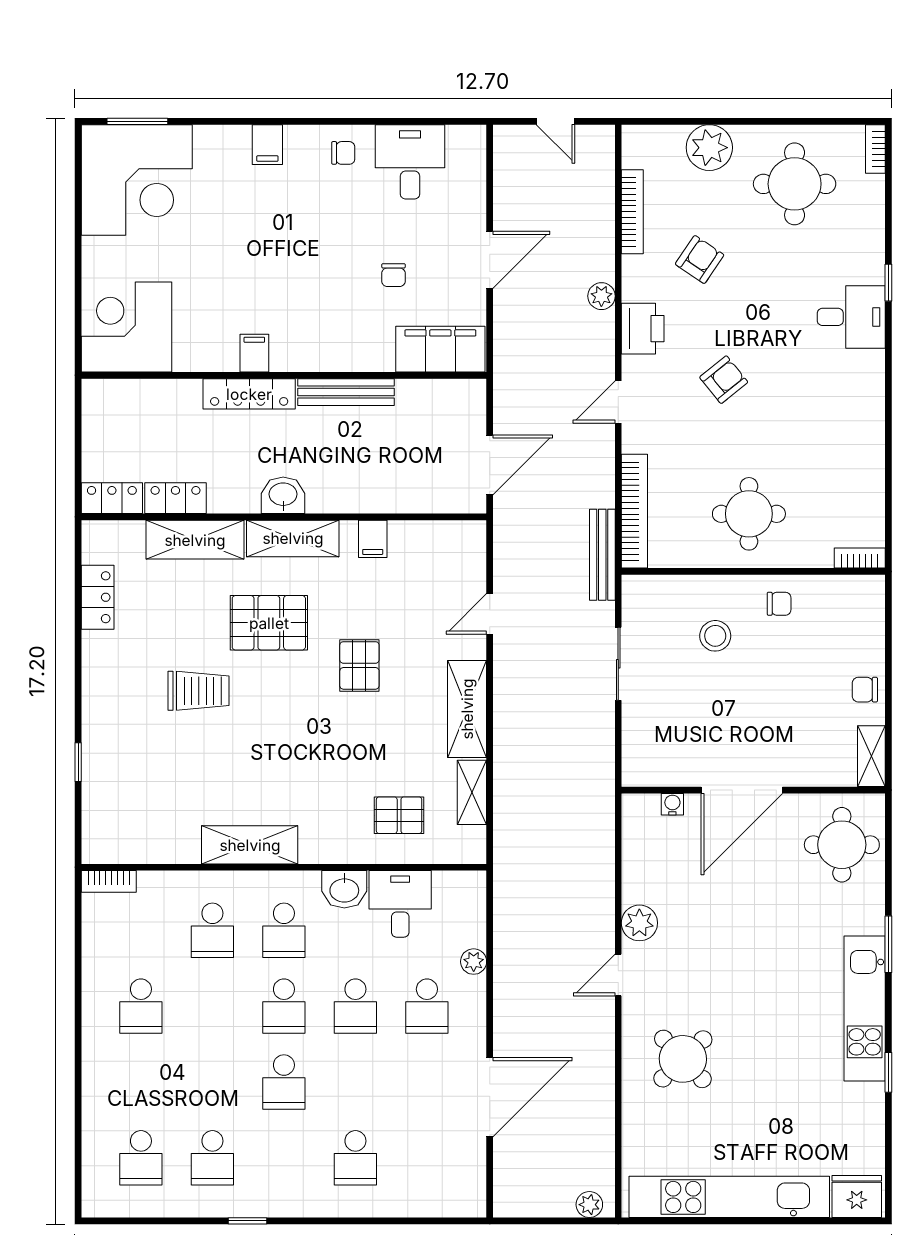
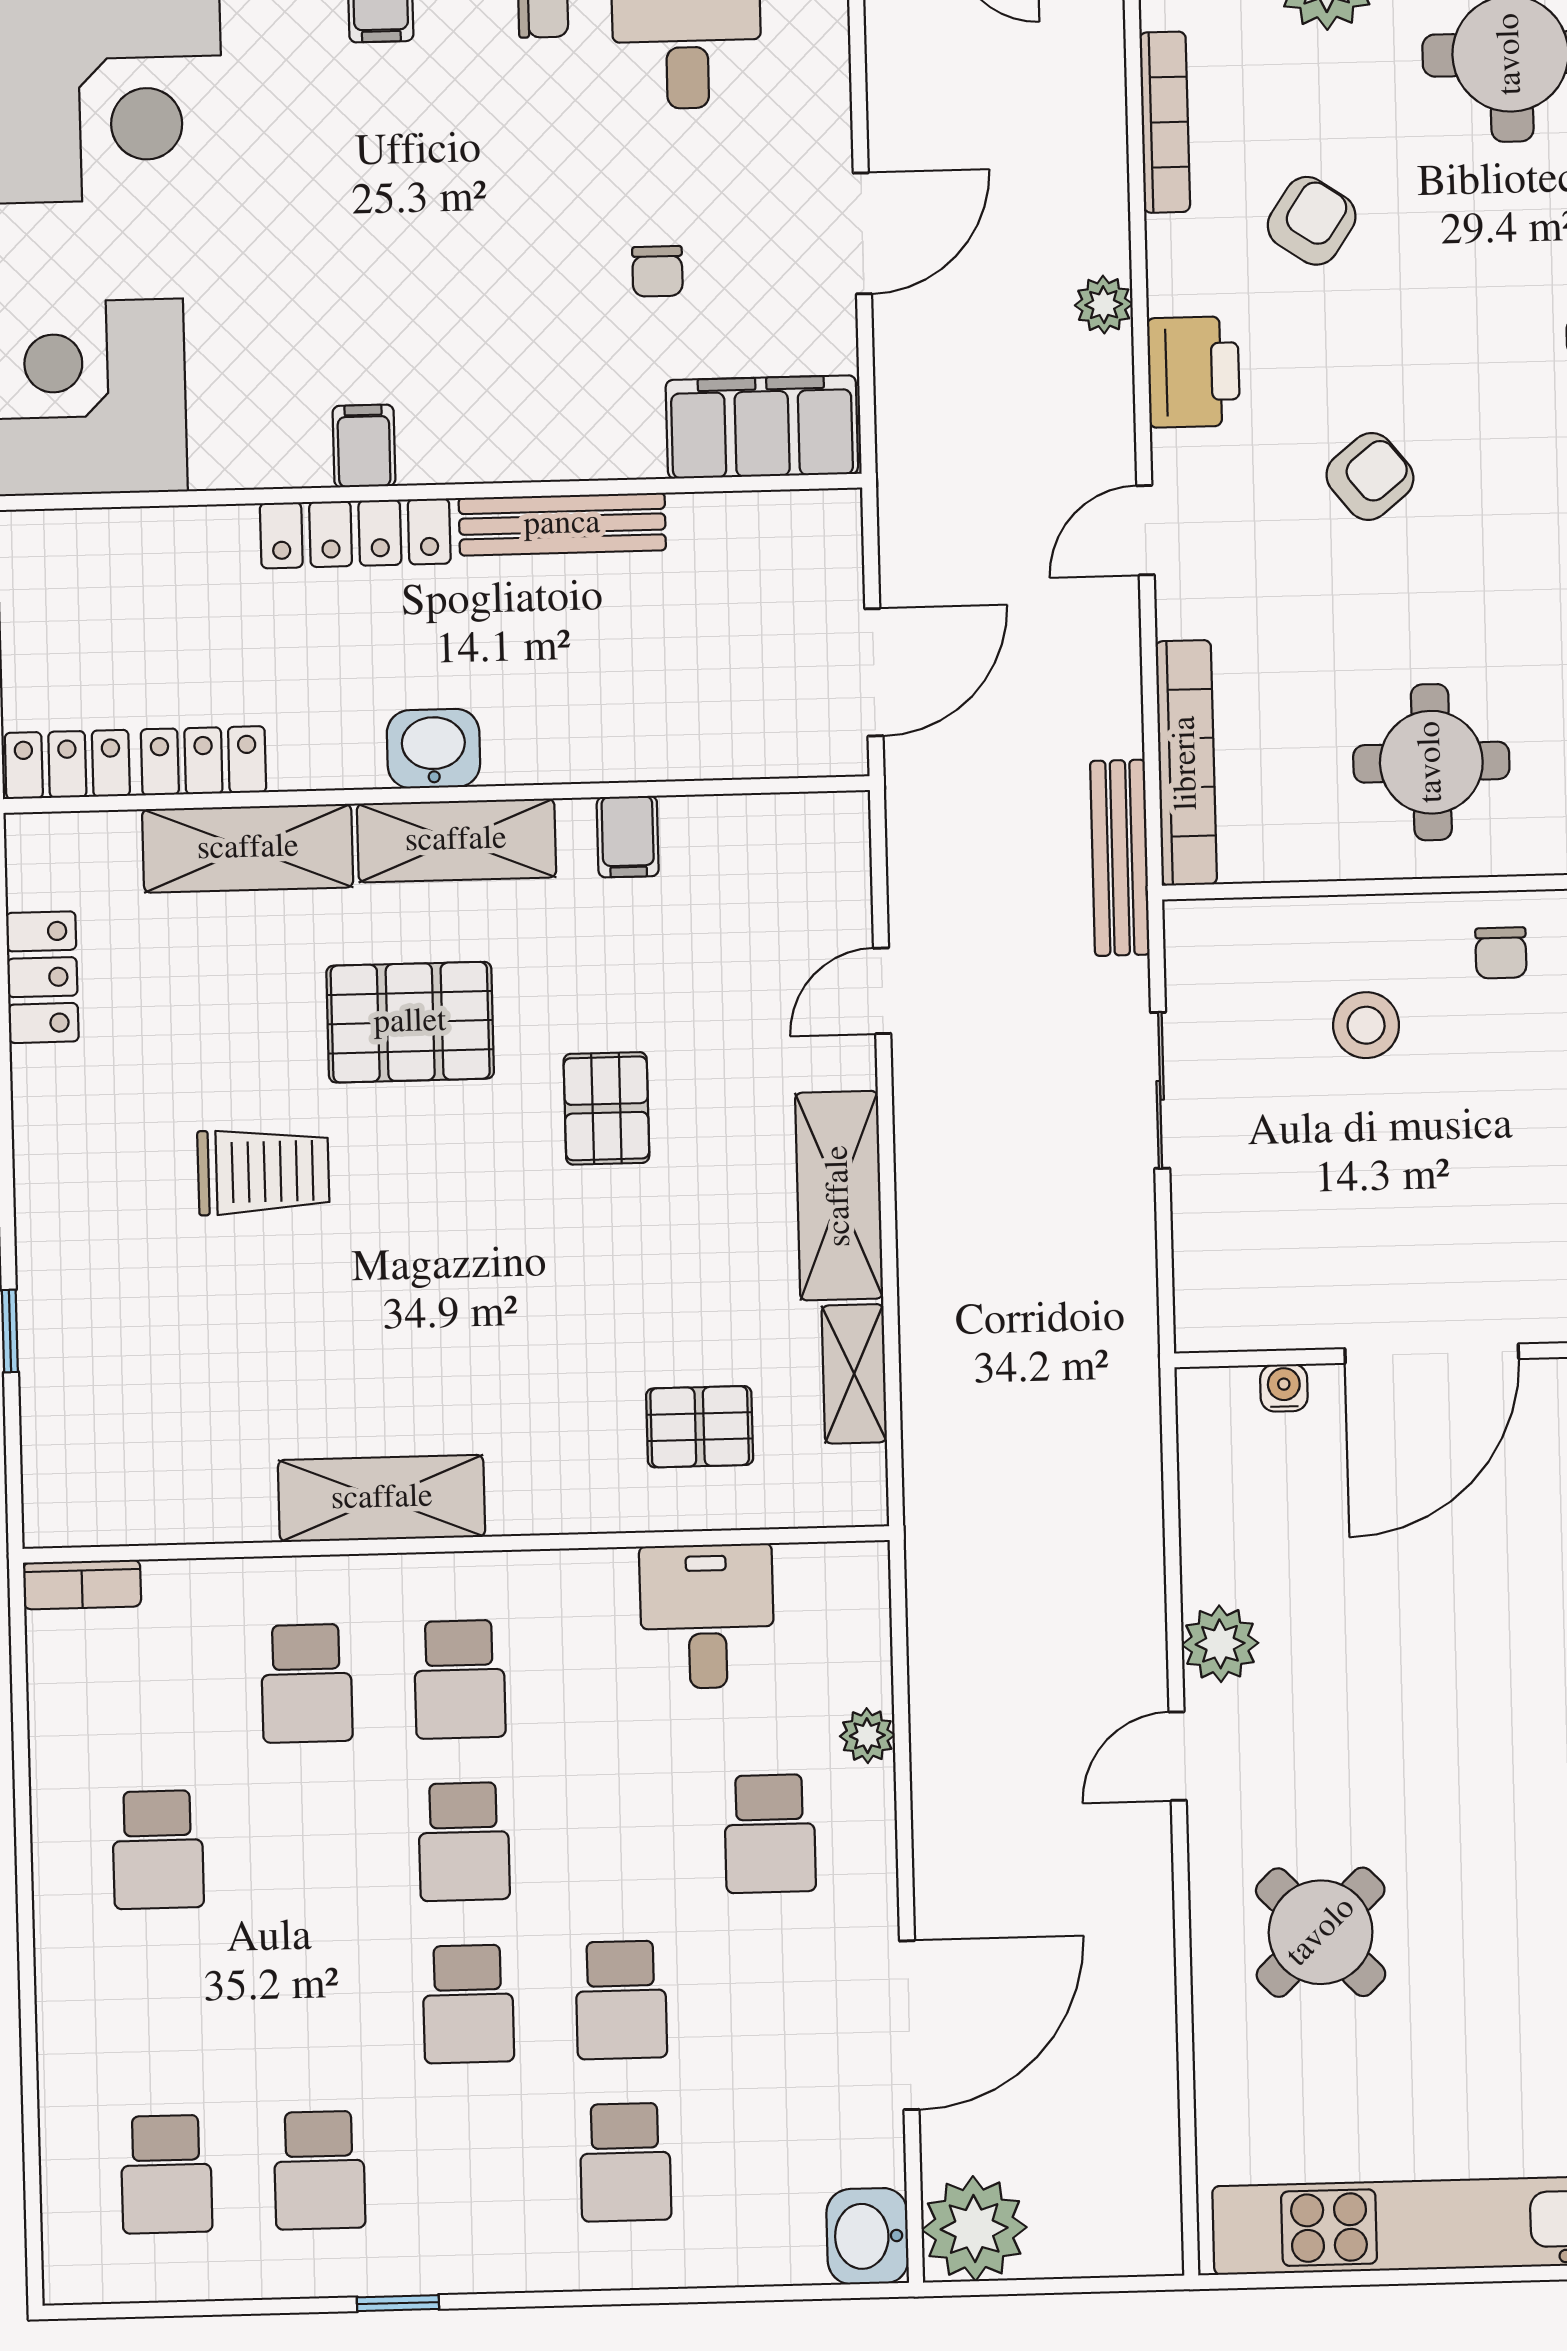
chair: (779, 604) -> (1501, 953), turned 90
washbasin: (344, 889) -> (867, 2236), moved, turned 90
school desk: (355, 1006) -> (621, 2000), moved
plant: (589, 1205) -> (974, 2229), moved, width x1.87, depth x1.87

